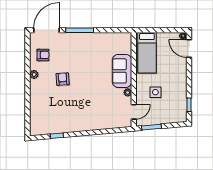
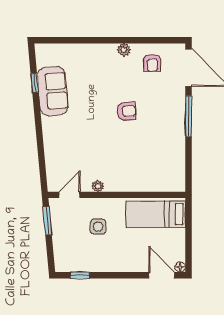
door: (189, 49) -> (162, 275), hinge flipped
sofa: (122, 71) -> (53, 91), moved, turned 85
armchair: (63, 79) -> (126, 111), moved
door: (134, 112) -> (69, 195), swing flipped

